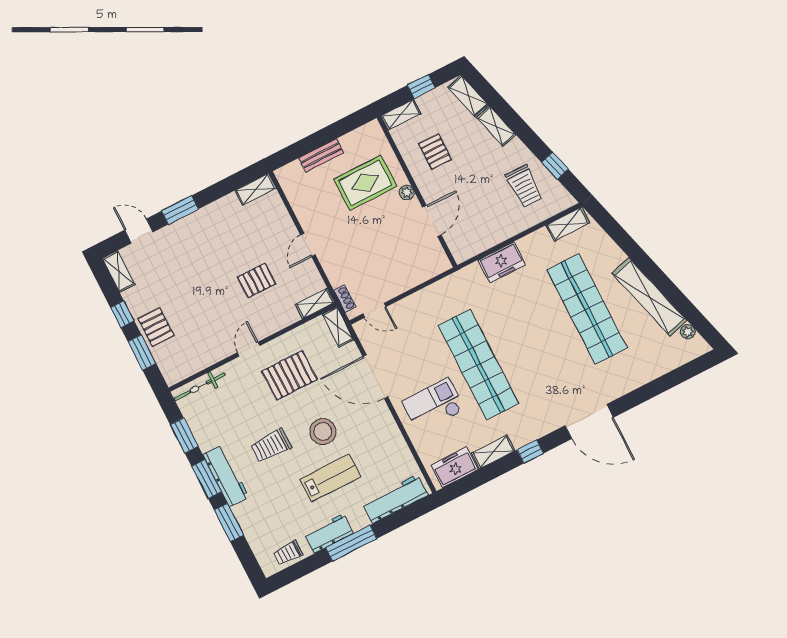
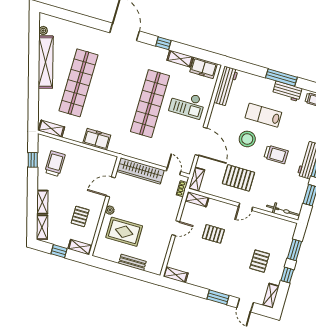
wardrobe: (414, 274) -> (140, 171), added
pallet: (156, 327) -> (260, 261), moved
workbench: (395, 499) -> (226, 86), moved, turned -90

